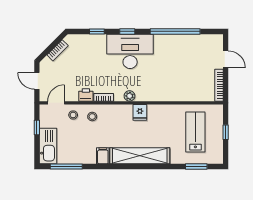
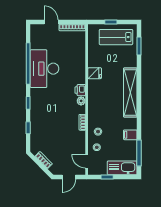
desk: (130, 51) -> (44, 69), moved
door: (226, 59) -> (51, 22), hinge flipped
printer: (86, 95) -> (80, 90), moved
fridge: (140, 112) -> (95, 73), moved
lab bench: (195, 132) -> (116, 37), moved
filing cabinet: (103, 156) -> (130, 135), moved

